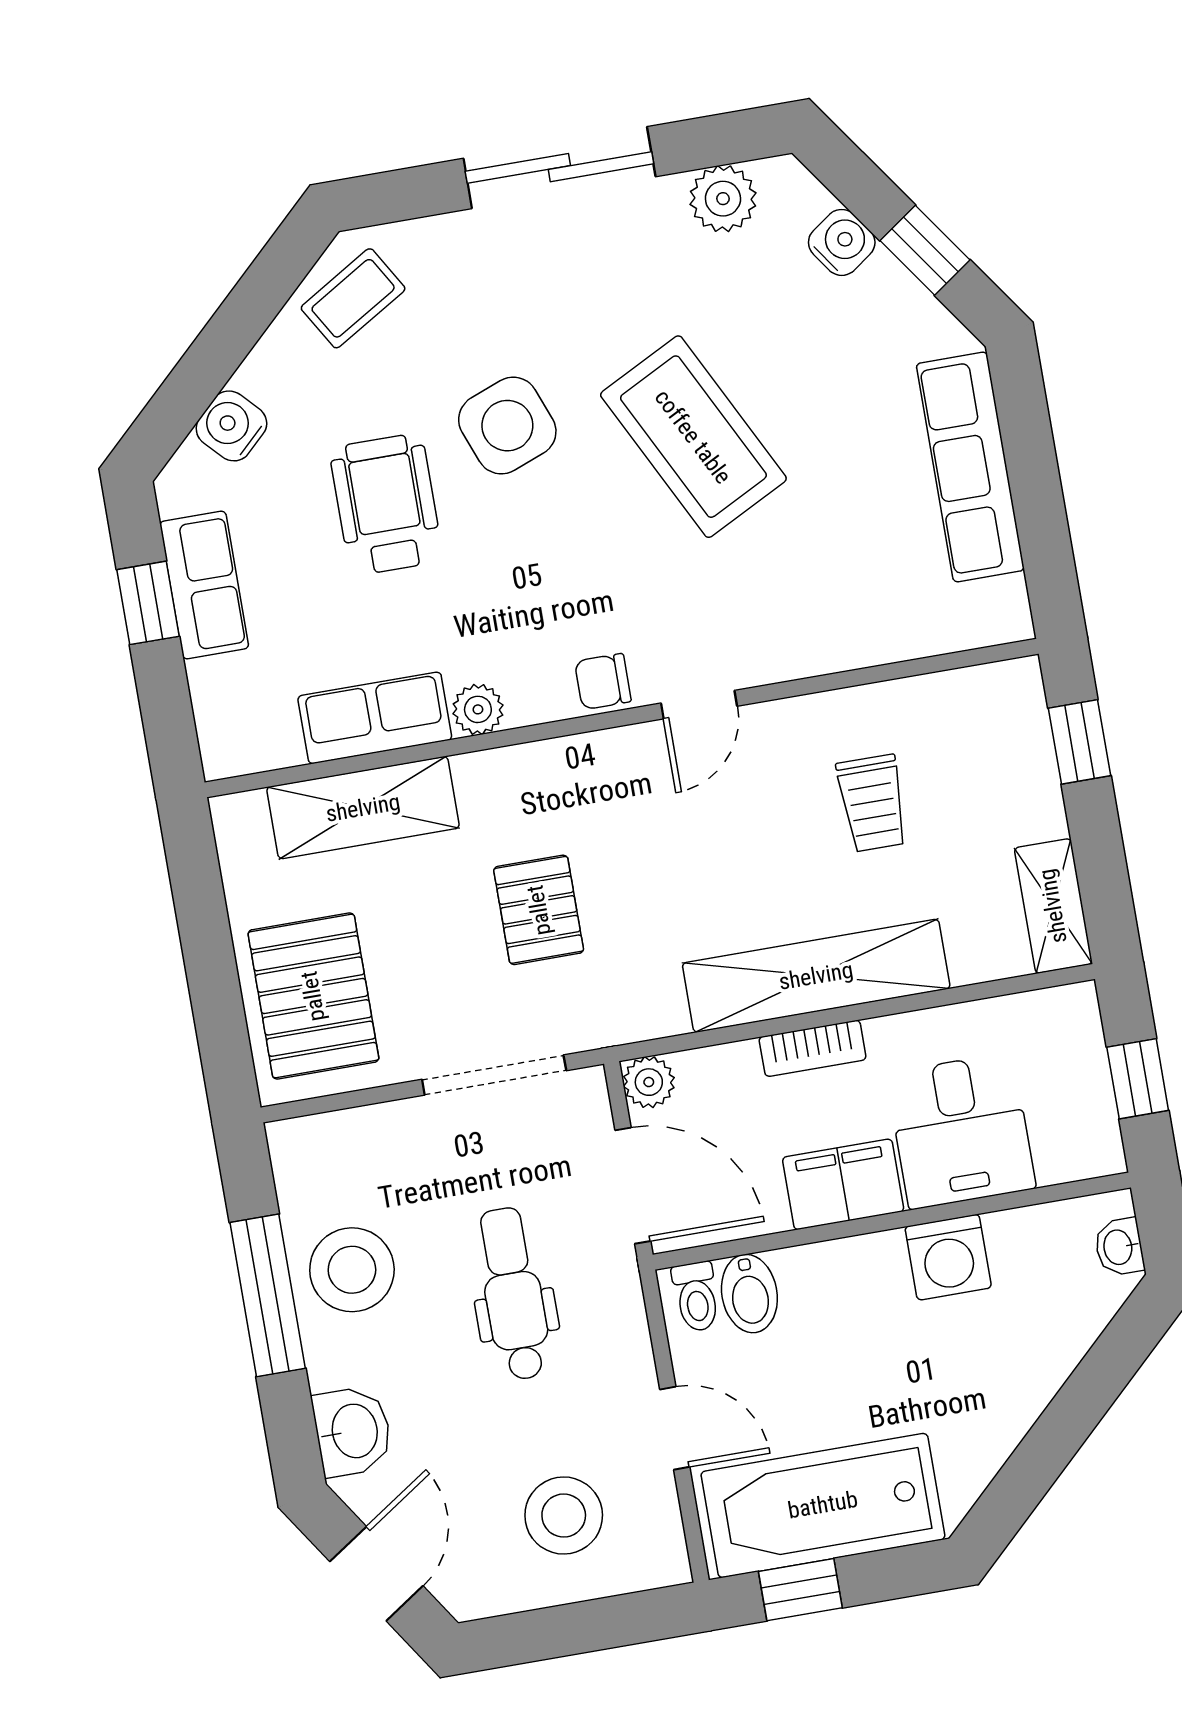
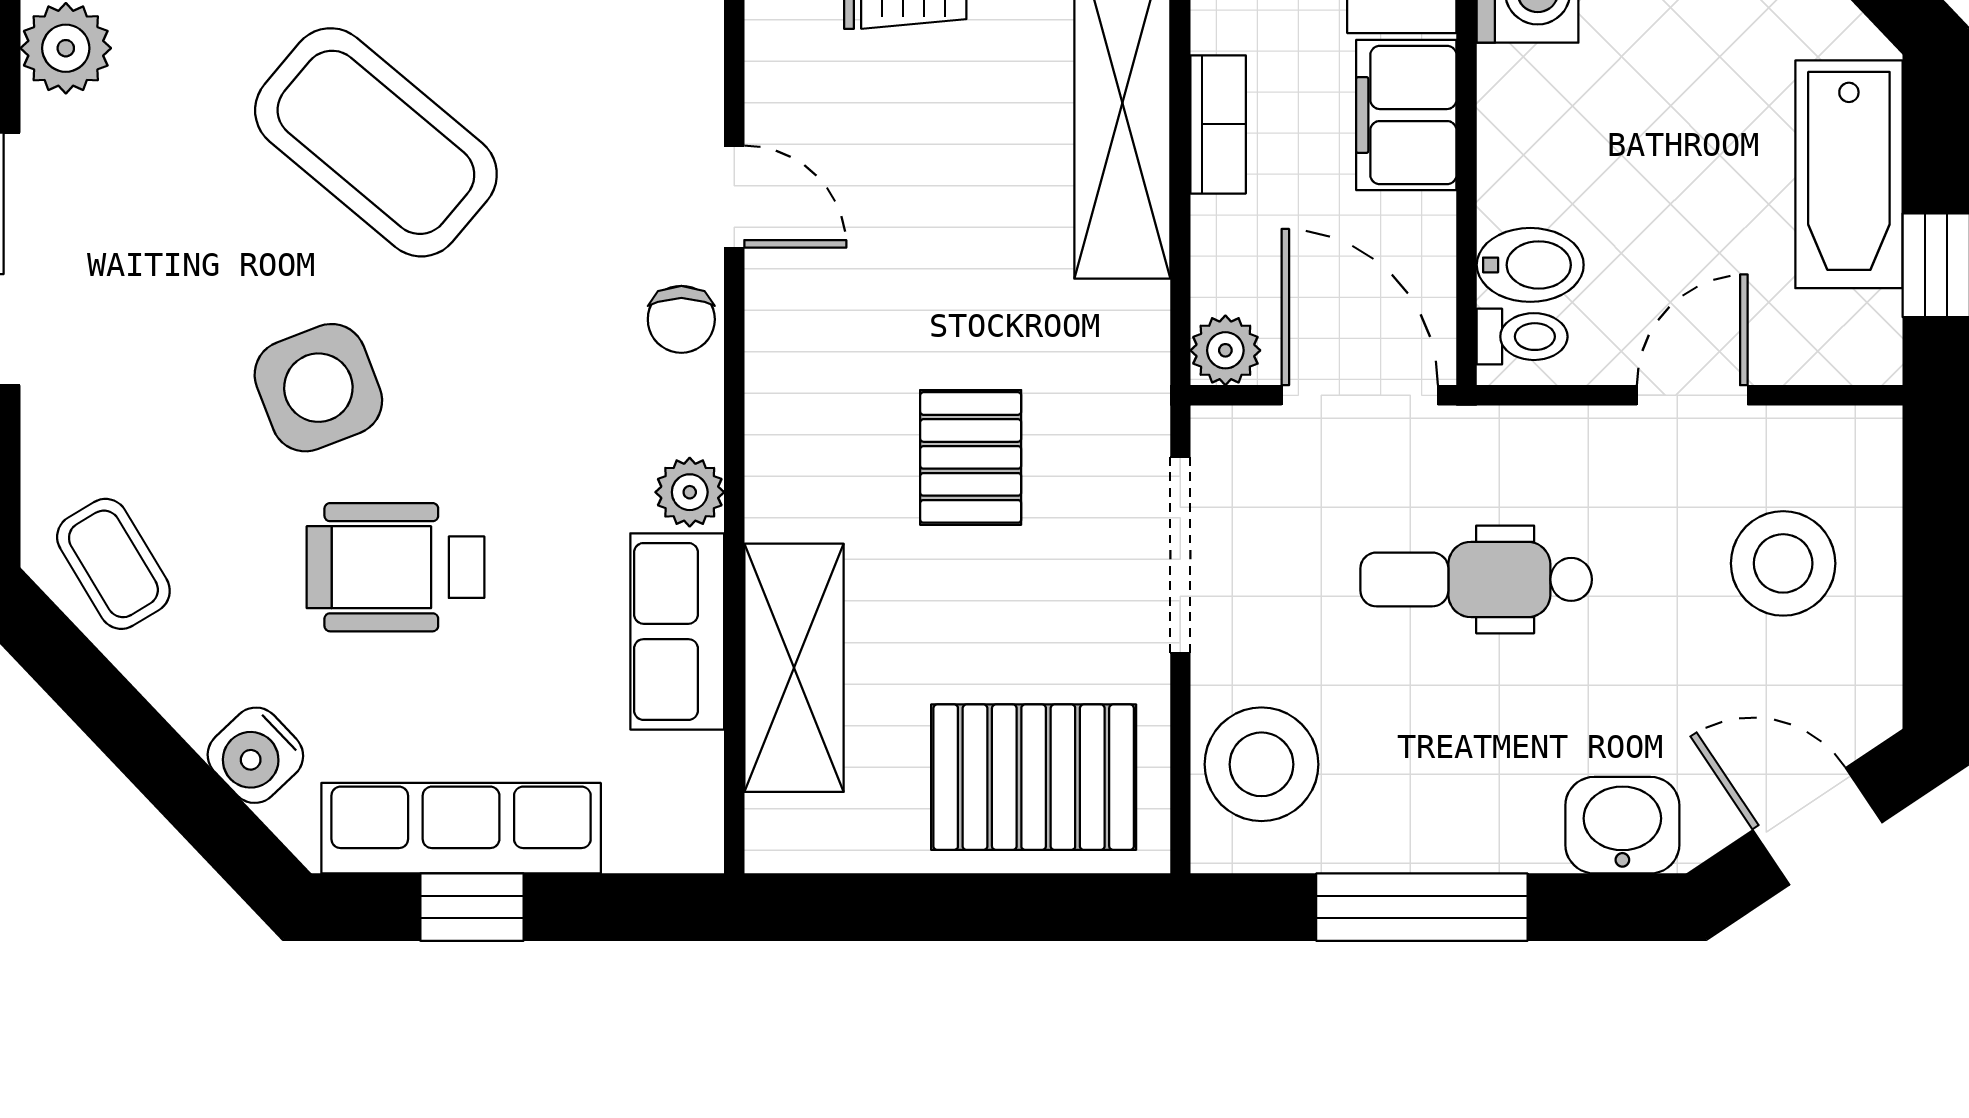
coffee table: (693, 437) -> (376, 142), turned 67
row of seats: (204, 585) -> (461, 828), width x1.48
pallet: (539, 910) -> (971, 457), turned 90
door: (633, 1186) -> (1360, 395), hinge flipped
stool: (352, 1270) -> (1261, 764), moved
bathtub: (823, 1505) -> (1849, 174), width x0.73, depth x0.73

